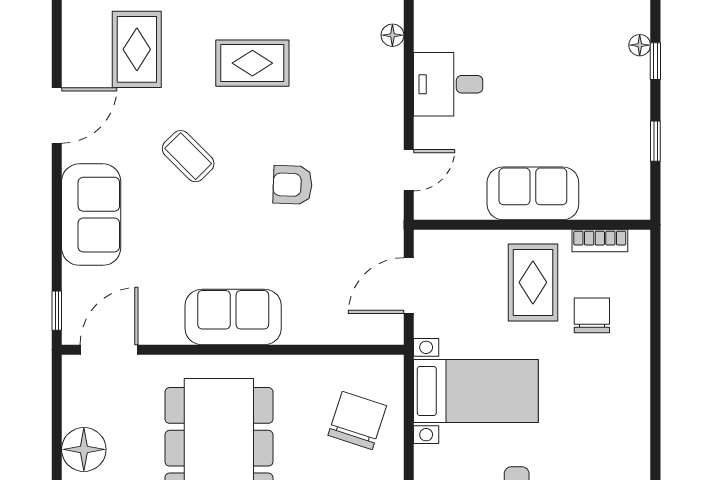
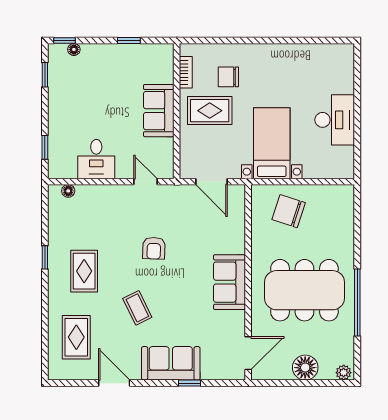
rug: (137, 49) -> (76, 337), turned 90
window: (655, 61) -> (64, 40), moved
coffee table: (188, 156) -> (137, 308), turned -71
window: (57, 311) -> (189, 383), moved
door: (109, 350) -> (248, 353), swing flipped

